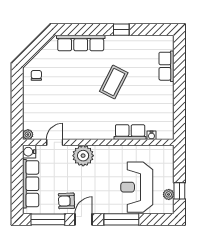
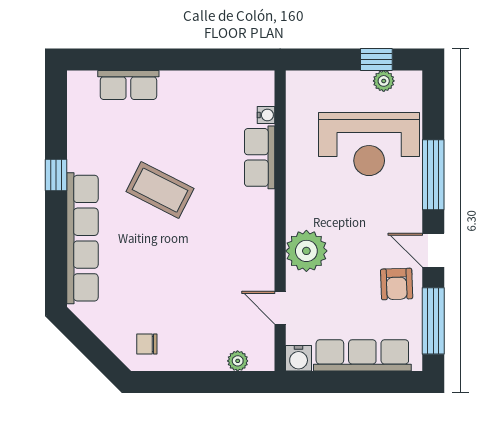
row of seats: (81, 43) -> (82, 238), width x1.36
plant: (28, 135) -> (238, 361), moved

